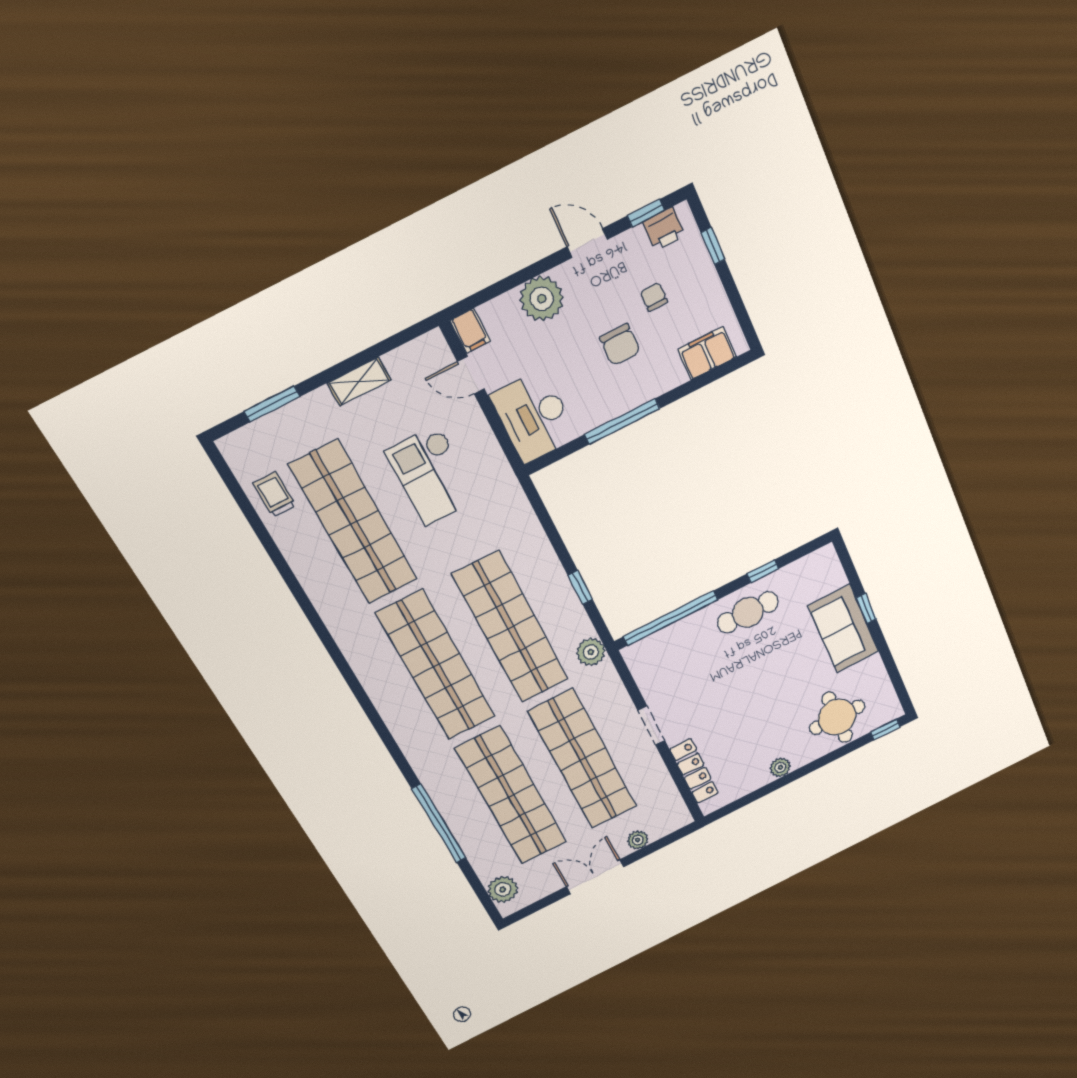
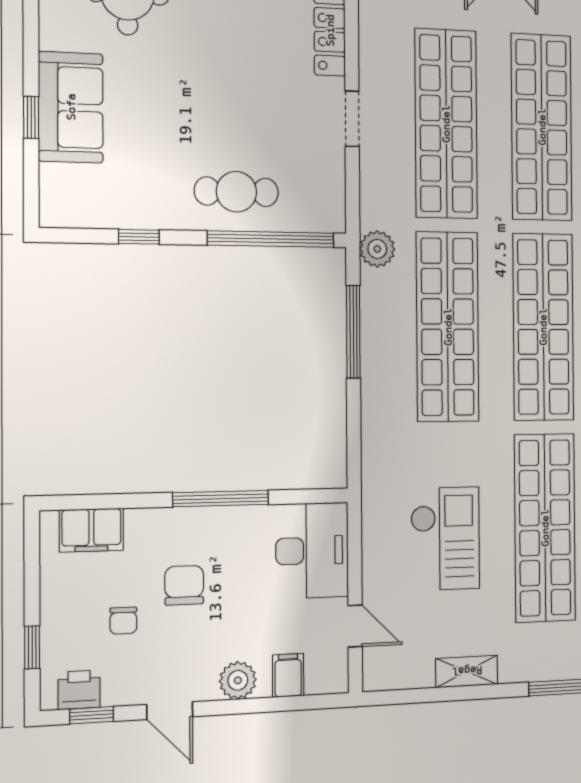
plant: (542, 299) -> (238, 680), width x0.73, depth x0.73
filing cabinet: (470, 331) -> (288, 675), moved
window: (580, 588) -> (353, 332), width x2.17
cafe table: (748, 612) -> (236, 192), moved

